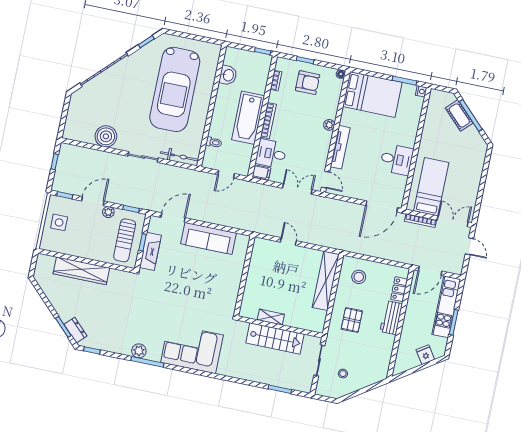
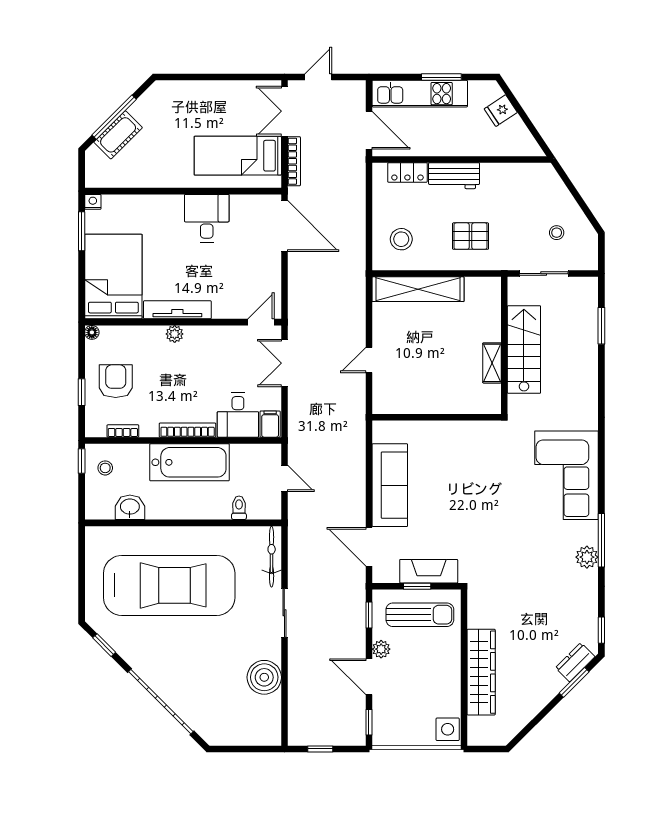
stool: (255, 65) -> (105, 468), added
tv unit: (340, 147) -> (177, 310), moved
side table: (59, 222) -> (448, 729), moved

